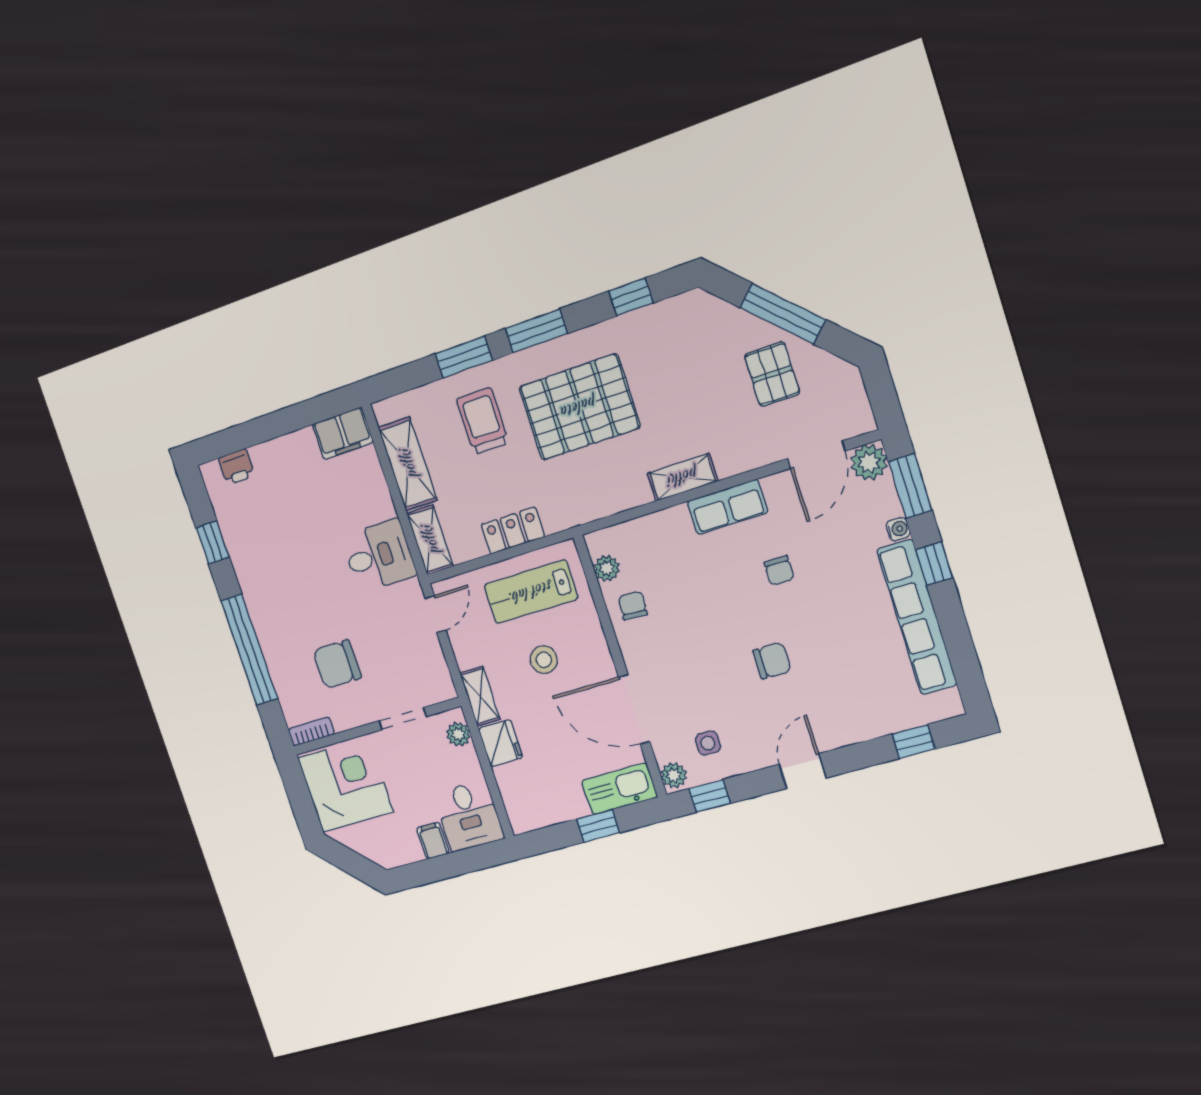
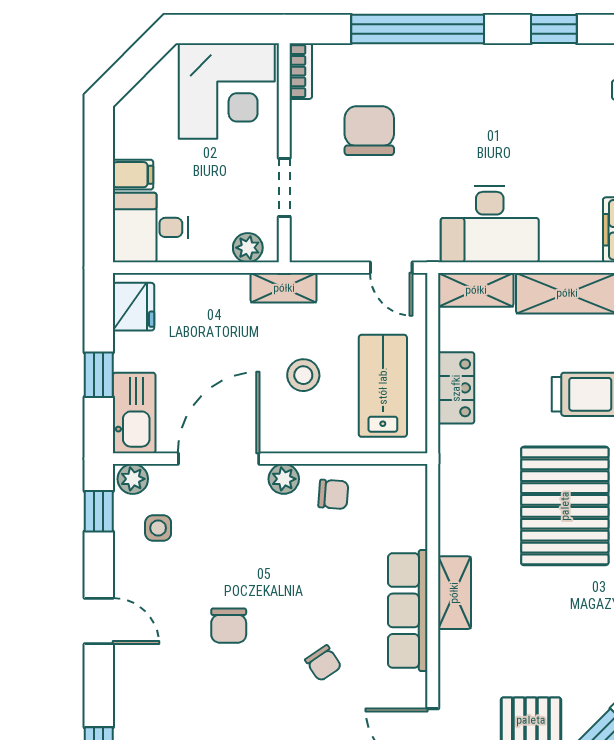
row of seats: (727, 507) -> (408, 610), width x1.48
desk: (379, 556) -> (490, 224), width x1.37
plant: (607, 568) -> (284, 479), moved
chair: (779, 570) -> (323, 663), turned -124
fridge: (501, 743) -> (133, 307), moved, turned -90

